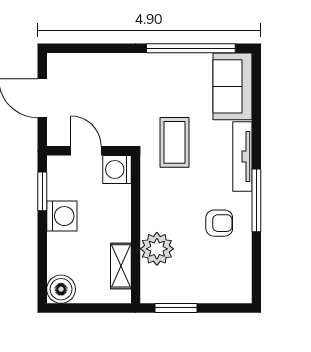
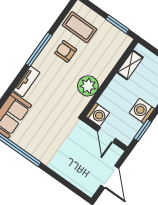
coffee table: (174, 142) -> (80, 27), moved, turned 90
tv unit: (242, 156) -> (27, 82), width x0.71
plant: (157, 249) -> (88, 86), moved

